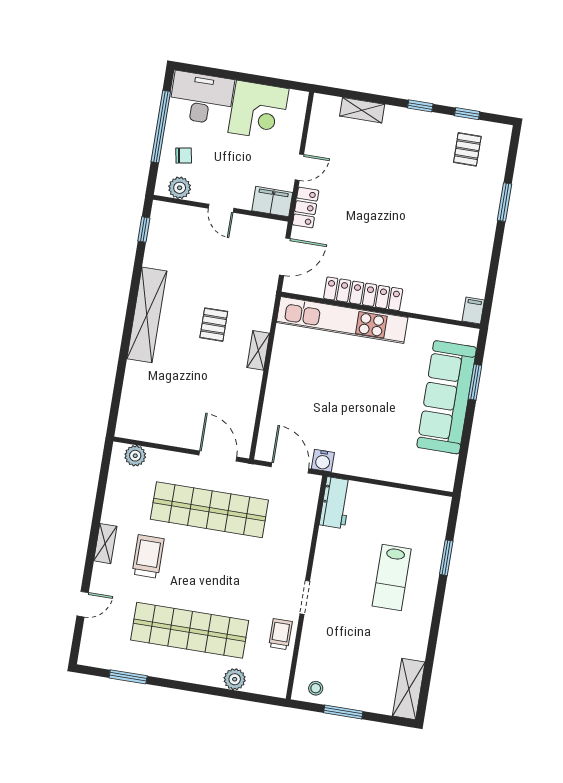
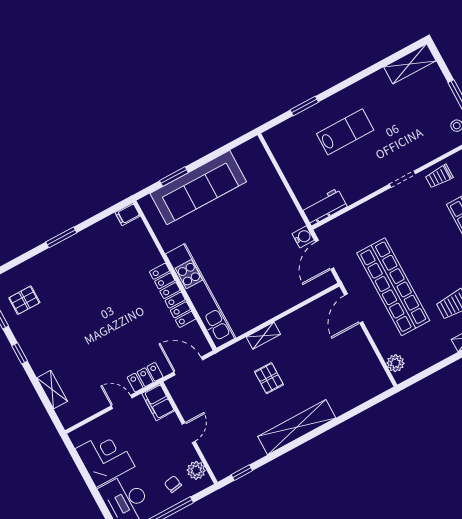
window: (505, 202) -> (61, 237), moved
pallet: (214, 325) -> (269, 378), turned 90

